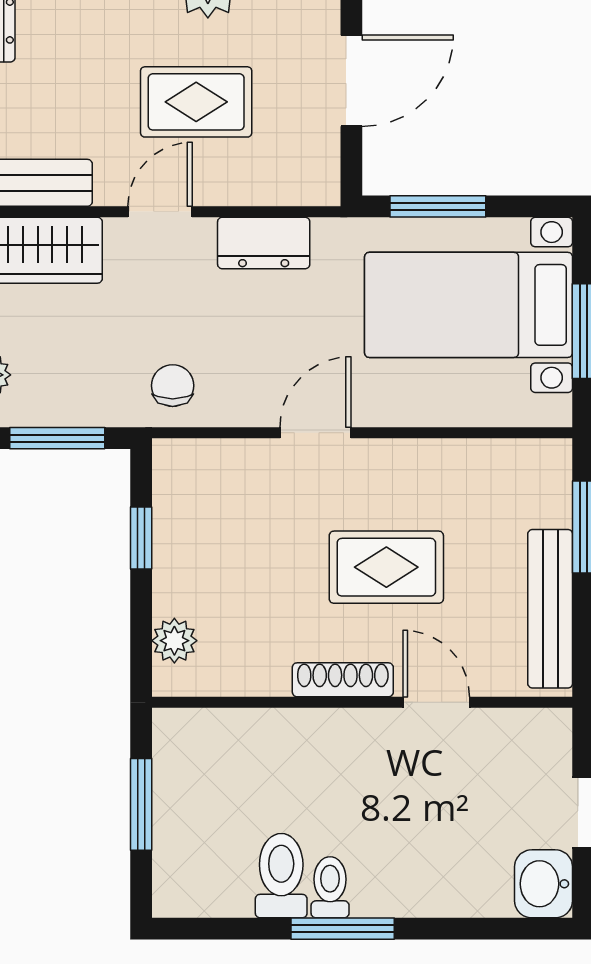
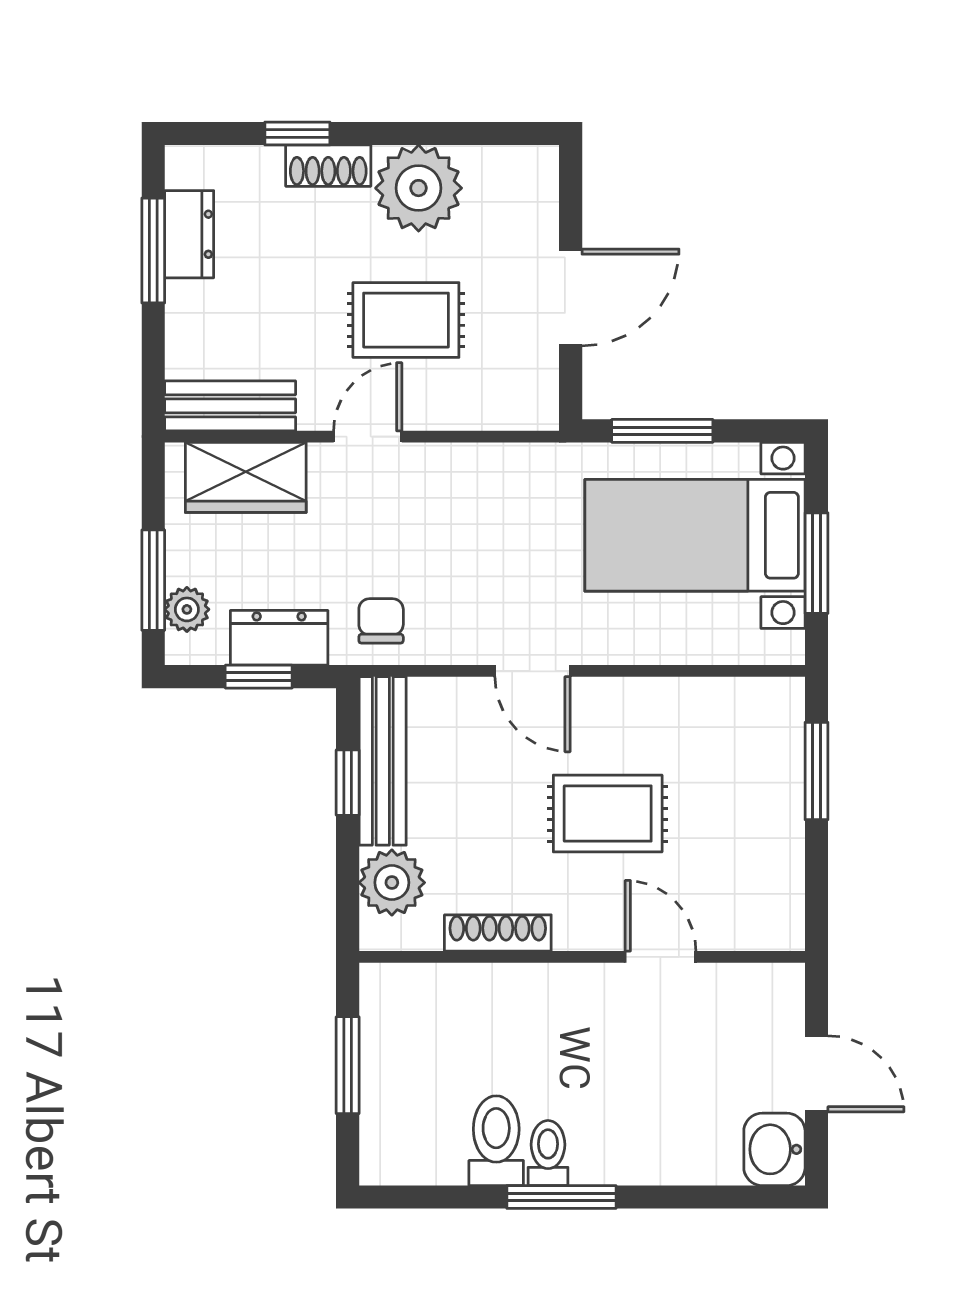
dresser: (264, 243) -> (279, 638), moved, turned 180
door: (315, 433) -> (532, 671), swing flipped
window: (57, 438) -> (259, 677), width x0.67
bench: (550, 609) -> (383, 761), moved
plant: (174, 641) -> (392, 883), width x1.38, depth x1.38
shoe rack: (343, 680) -> (498, 933), moved

